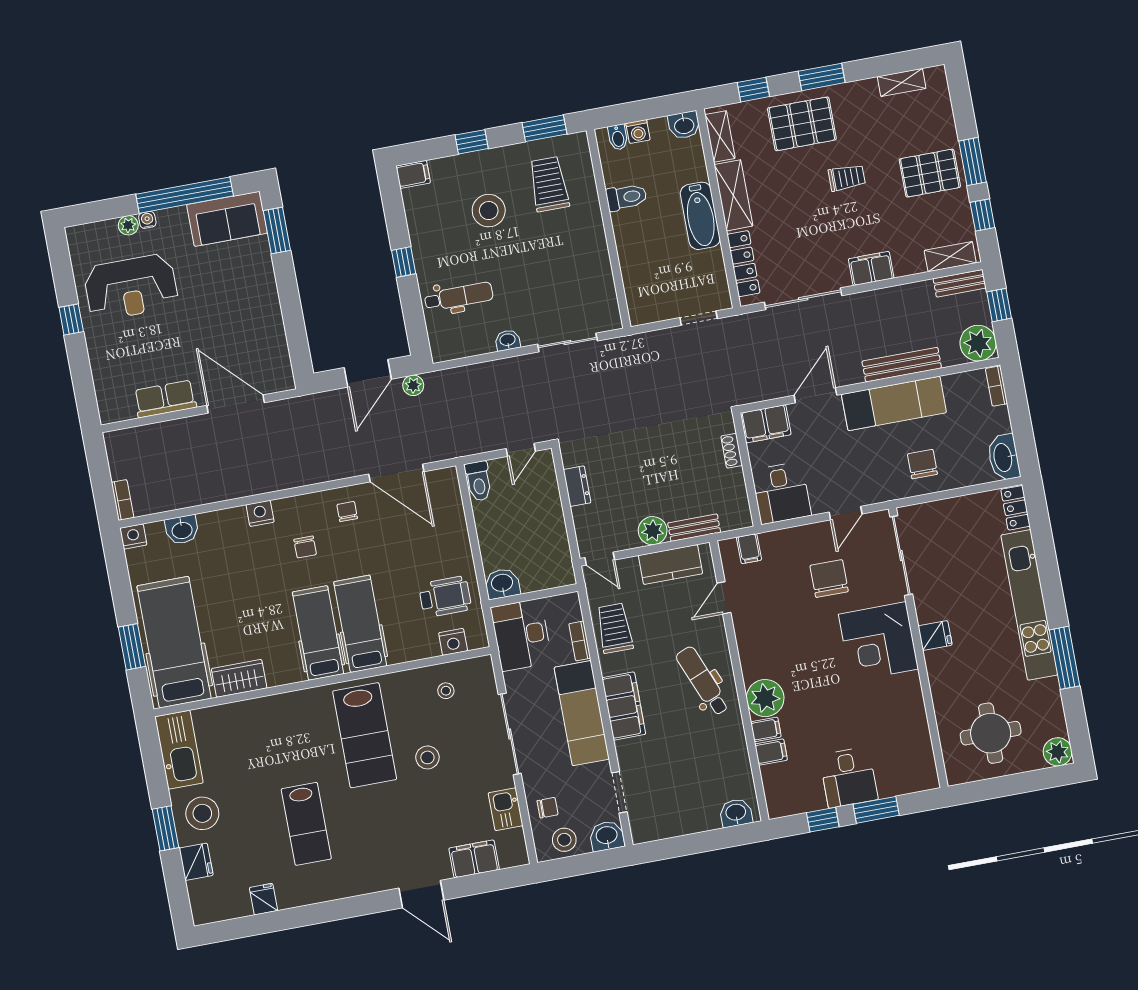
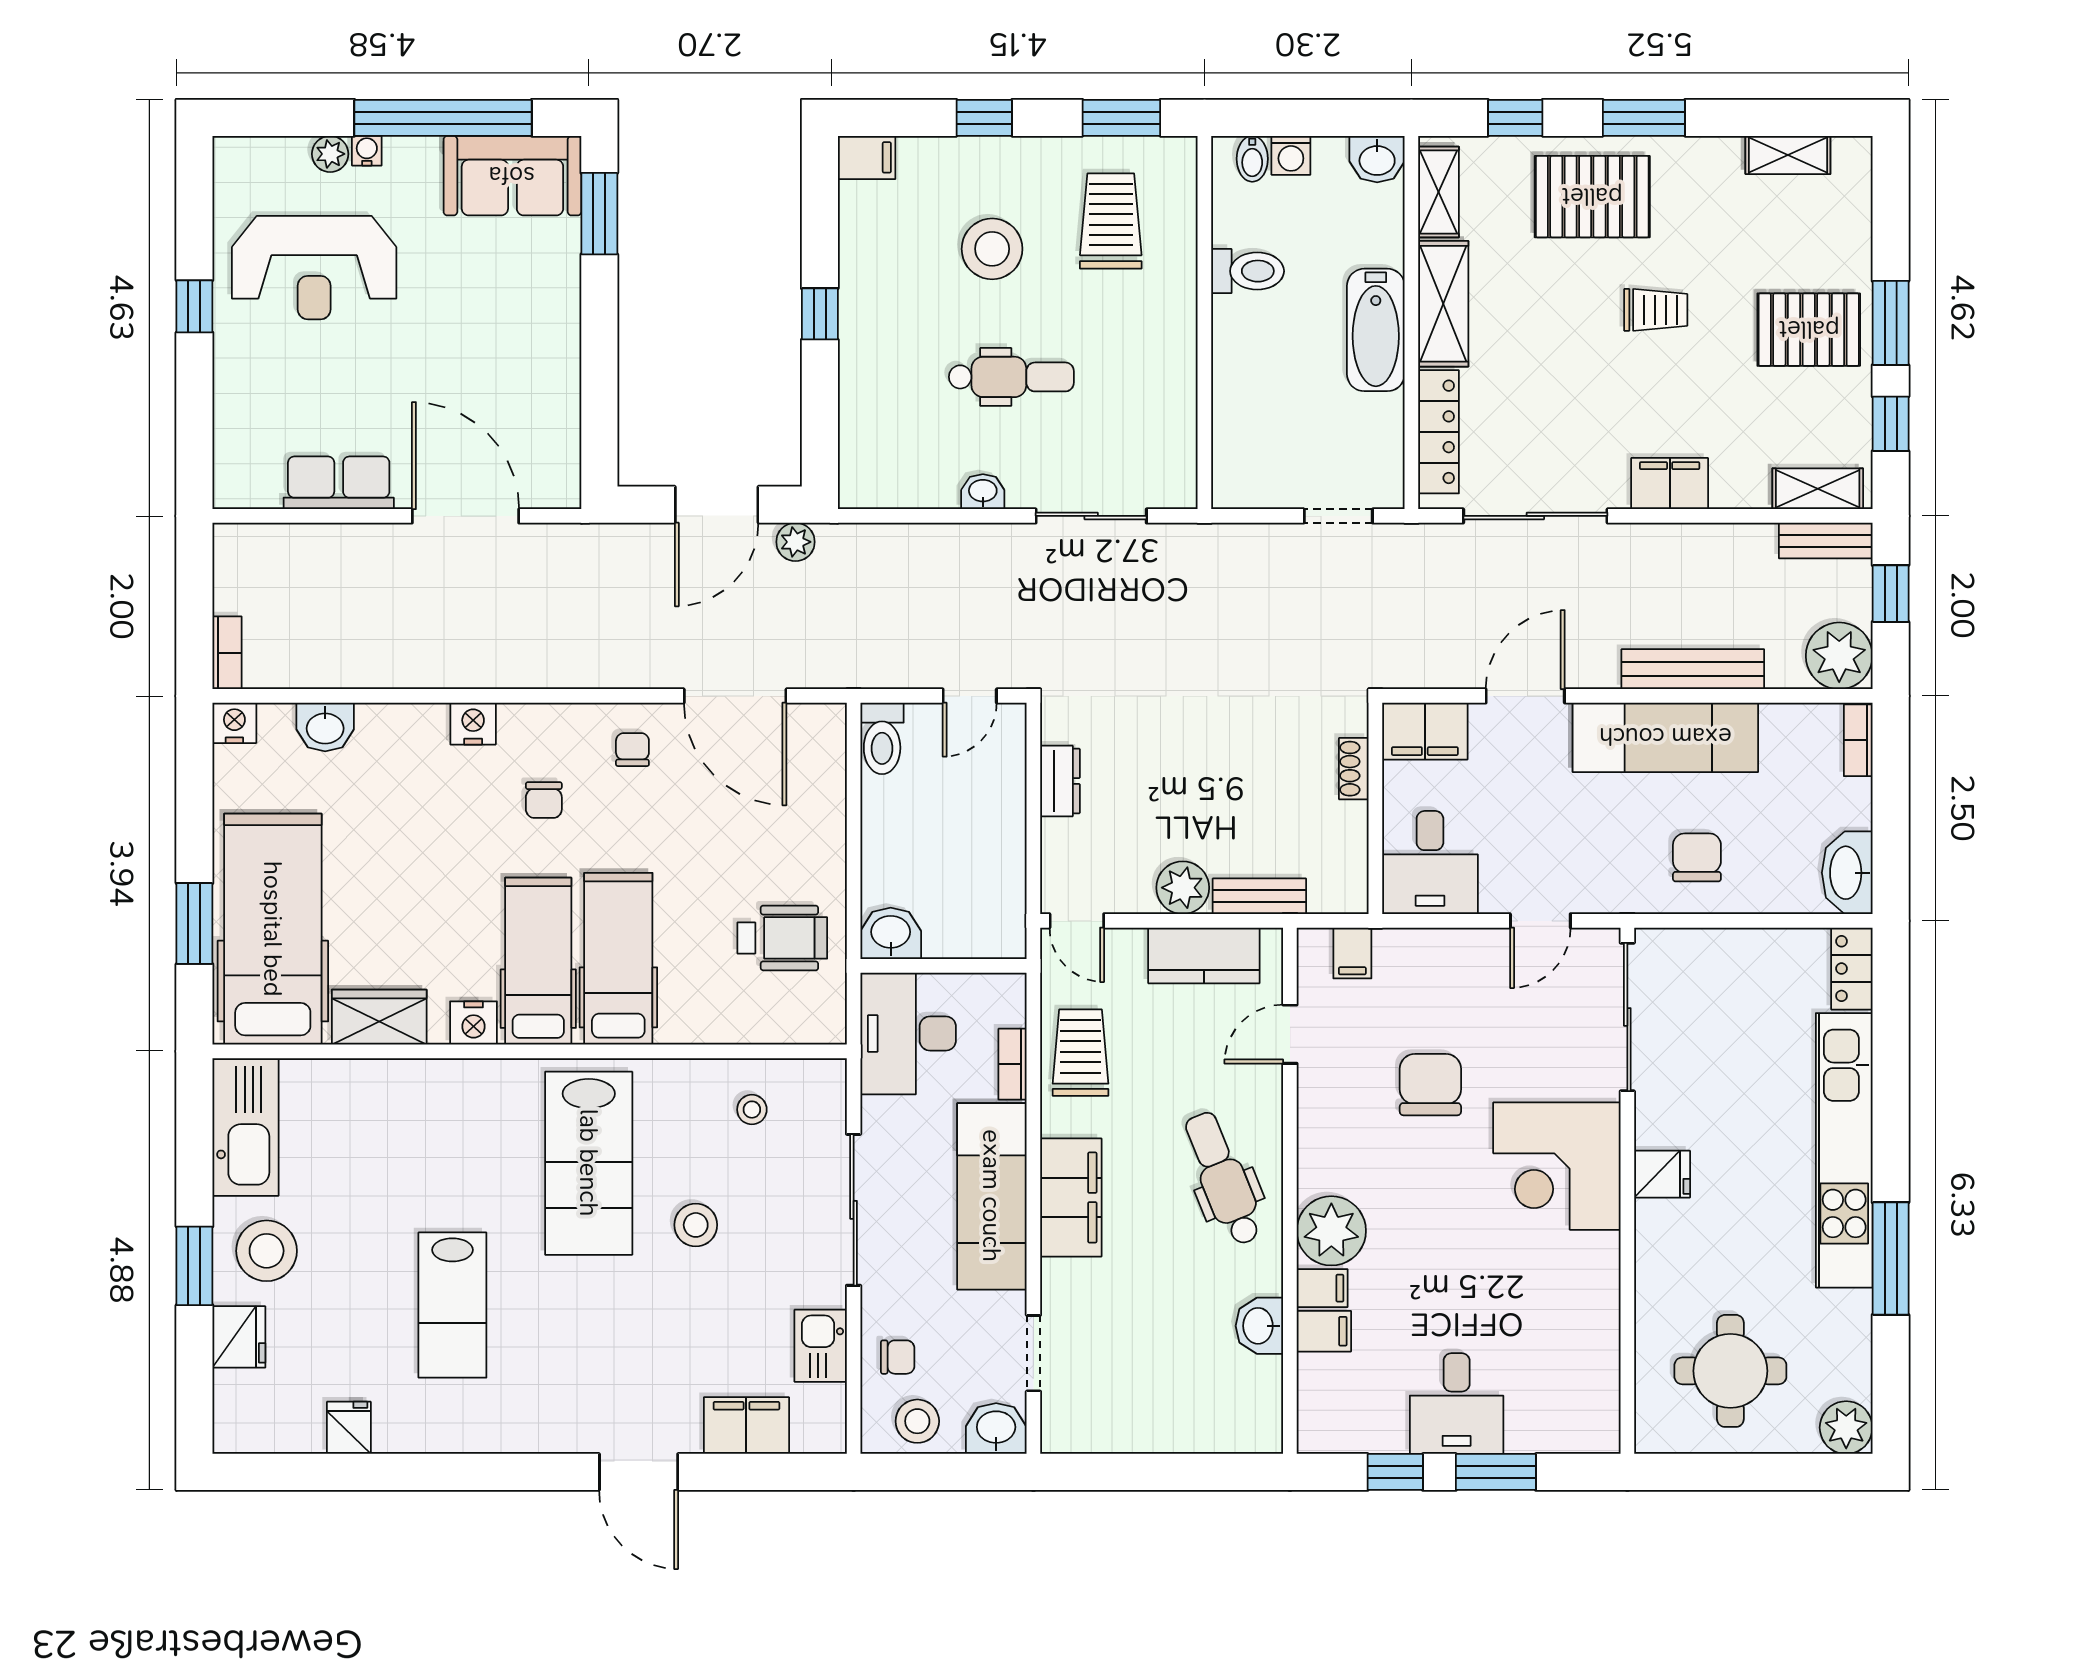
dental chair: (459, 297) -> (1011, 377), moved
chair: (829, 579) -> (1430, 1085), moved
nightstand: (453, 642) -> (474, 1023), moved
washbasin: (736, 813) -> (1259, 1326), moved, turned -90

